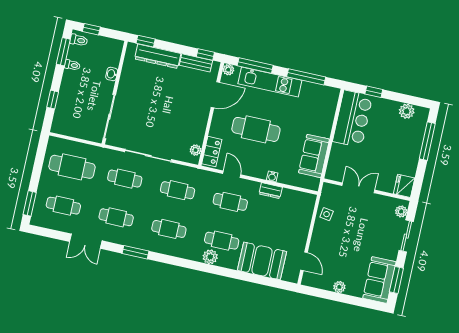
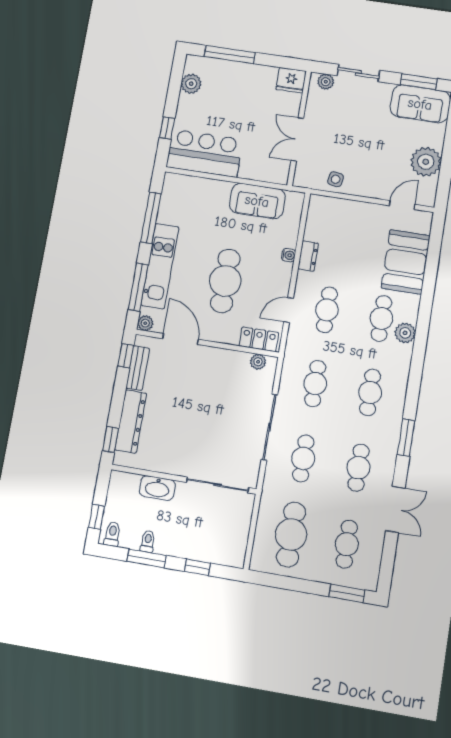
window: (63, 52) -> (147, 558), moved
washbasin: (112, 74) -> (157, 488), width x1.91, depth x1.45
plant: (339, 287) -> (426, 162), width x1.88, depth x1.88

